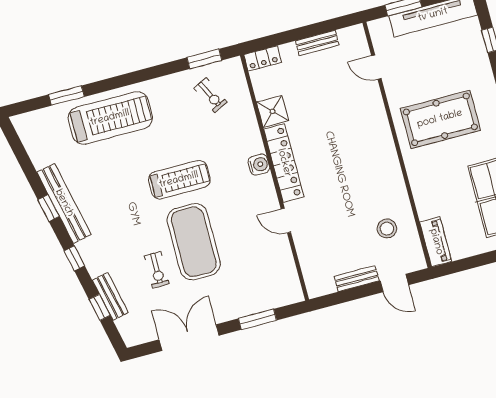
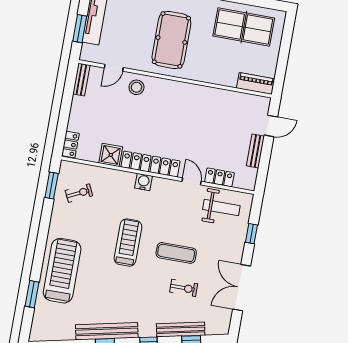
bench: (317, 43) -> (81, 79), moved
door: (286, 221) -> (192, 181), swing flipped
stool: (387, 229) -> (136, 87), moved
exercise mat: (194, 242) -> (176, 253), width x0.50, depth x0.69
locker: (306, 251) -> (219, 177), added
weight bench: (272, 270) -> (221, 208), added
bench: (110, 296) -> (181, 330), width x1.36
window: (258, 319) -> (251, 234), width x0.67

